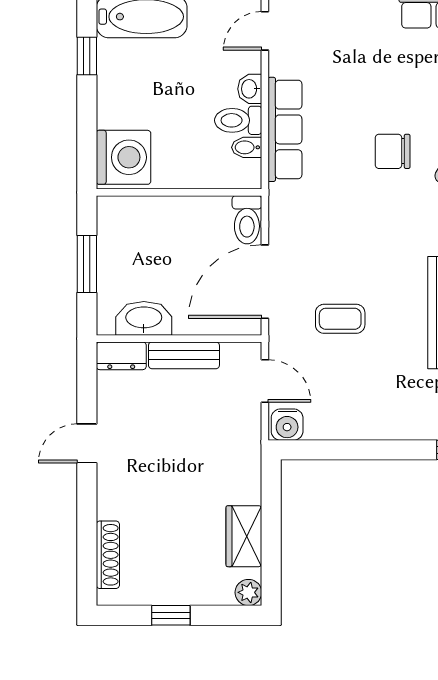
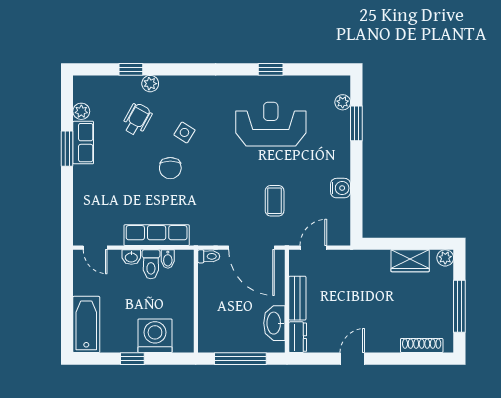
window: (87, 56) -> (132, 359), moved
washing machine: (124, 157) -> (155, 336), moved
toilet: (247, 220) -> (209, 256), width x0.73, depth x0.72
window: (87, 264) -> (240, 359), width x1.44
water cooler: (287, 425) -> (341, 188), moved
door: (87, 443) -> (352, 359), swing flipped
window: (171, 615) -> (459, 306), width x2.17

